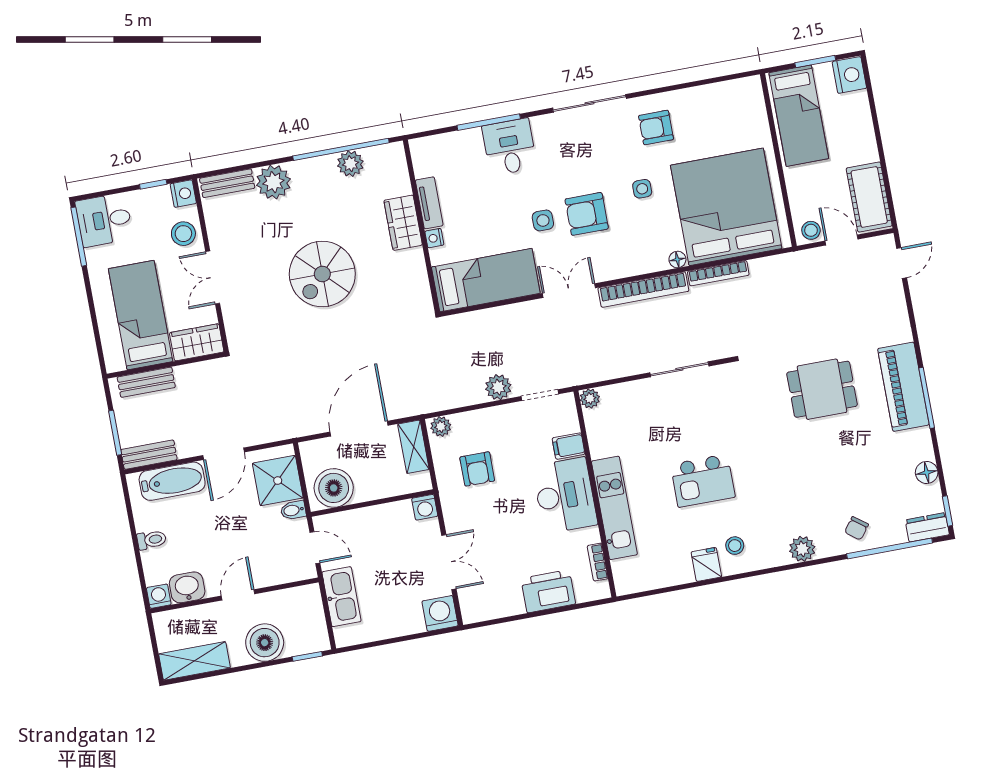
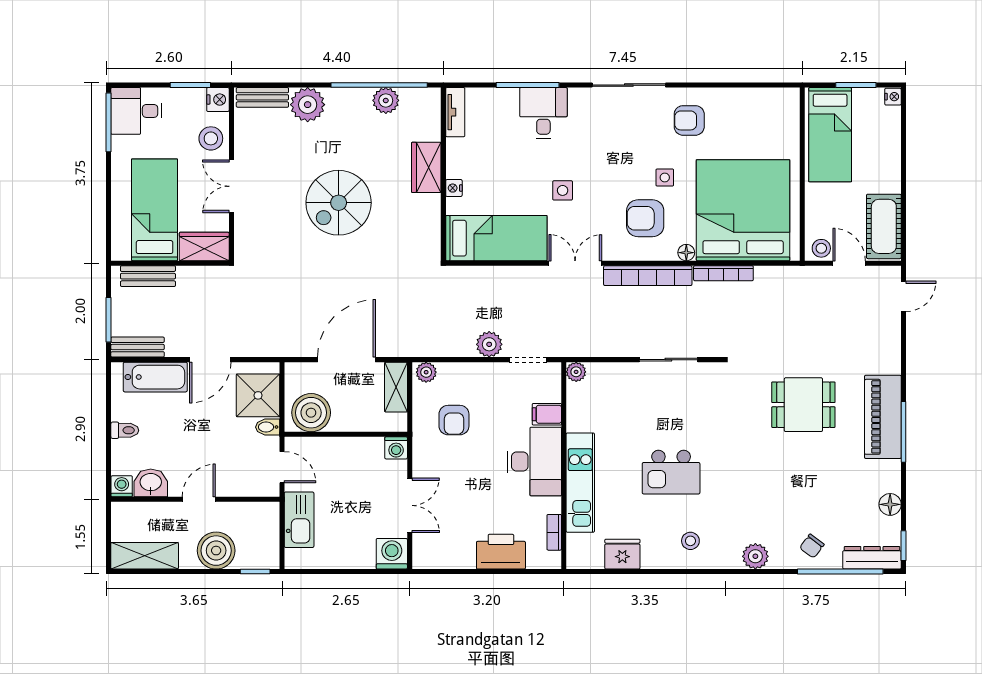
nightstand: (849, 75) -> (893, 97), width x0.53, depth x0.56
window: (153, 184) -> (190, 85), width x1.50
tv unit: (429, 203) -> (455, 112), moved
armchair: (587, 214) -> (645, 218), moved
dresser: (927, 527) -> (872, 558), width x1.44
fridge: (706, 564) -> (622, 554), moved, width x1.38

